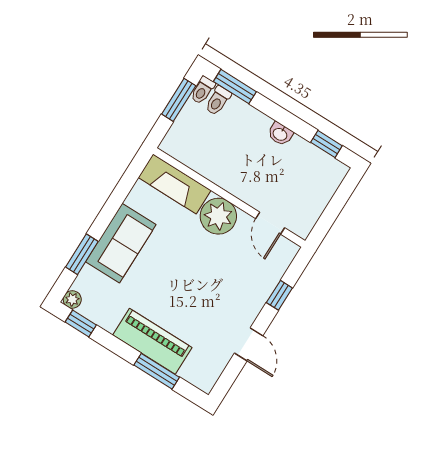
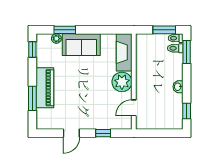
plant: (72, 299) -> (56, 39), moved

